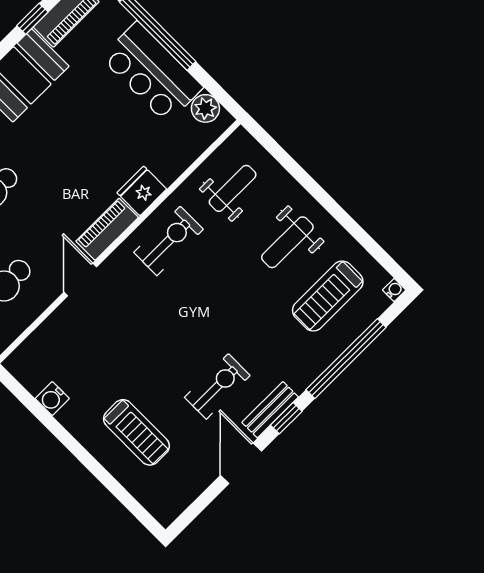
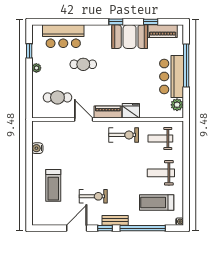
weight bench: (233, 188) -> (160, 139), turned 180
door: (80, 280) -> (84, 119), hinge flipped
bench: (270, 410) -> (115, 220), moved

